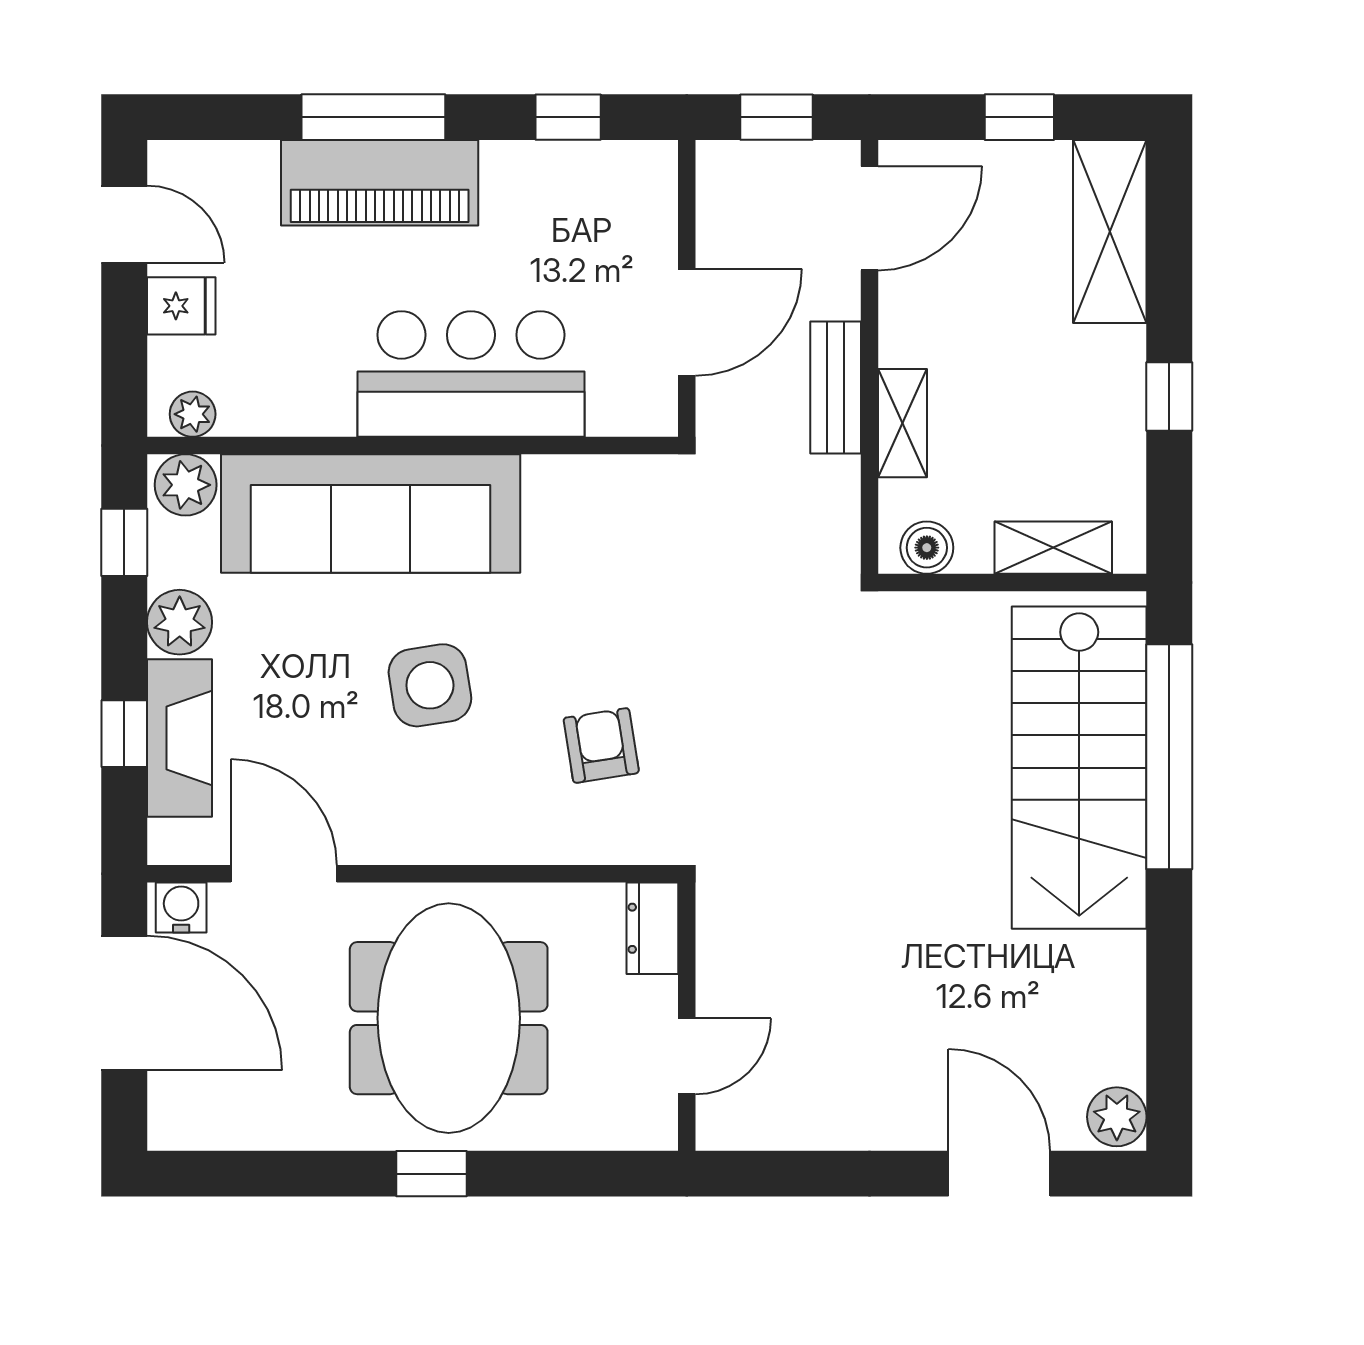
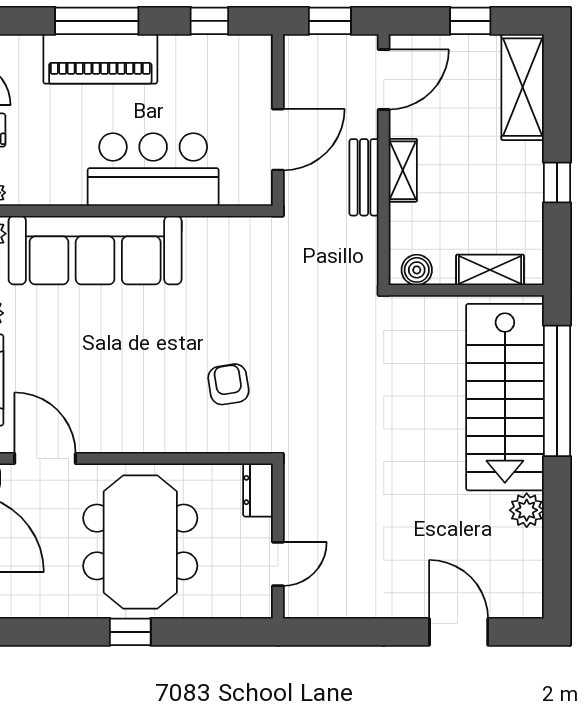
shelving: (902, 423) -> (403, 170), moved
side table: (430, 685) -> (129, 350), removed
plant: (1117, 1117) -> (527, 510), moved

